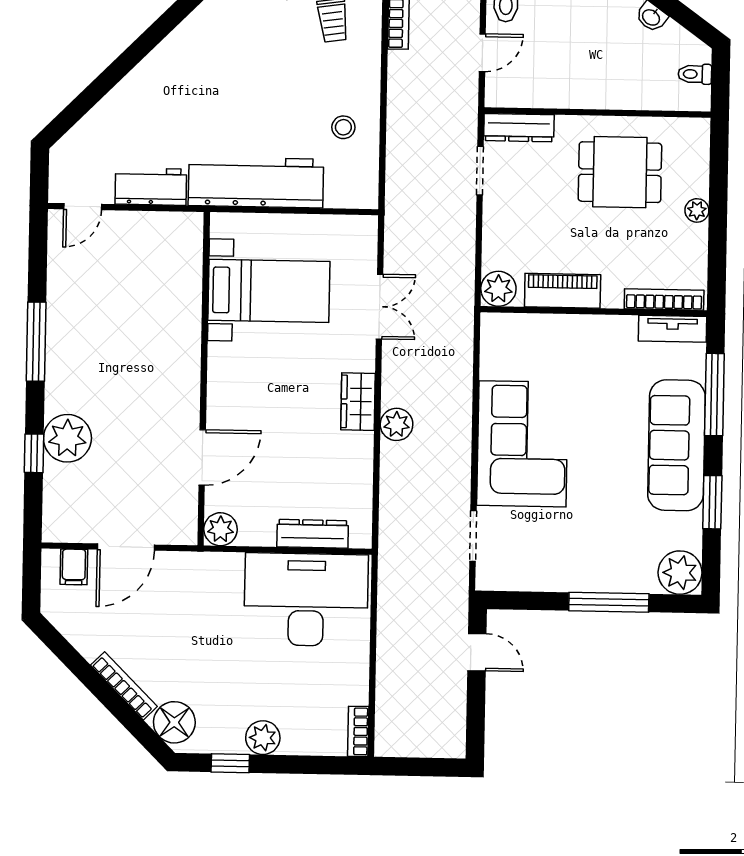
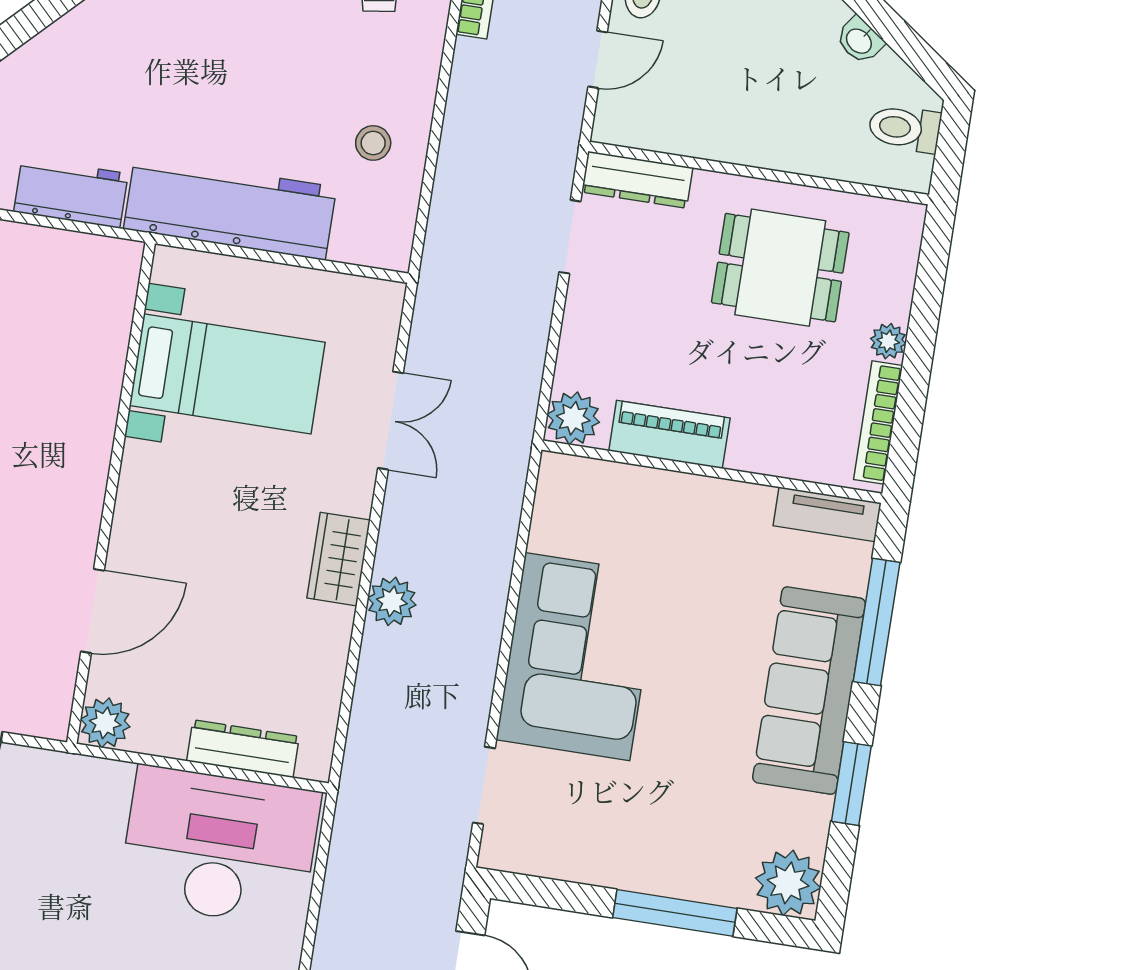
toilet: (695, 74) -> (905, 128), width x1.37, depth x1.39
bookcase: (664, 299) -> (878, 422), moved, turned -90

